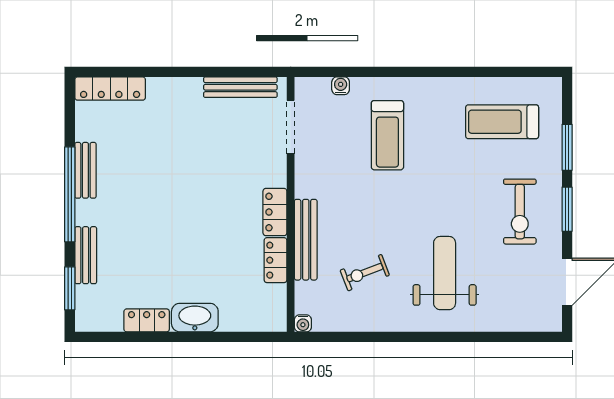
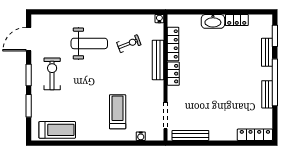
treadmill: (502, 122) -> (57, 130), moved
locker: (275, 260) -> (173, 44), width x1.53
weight bench: (445, 273) -> (89, 43), turned -90

